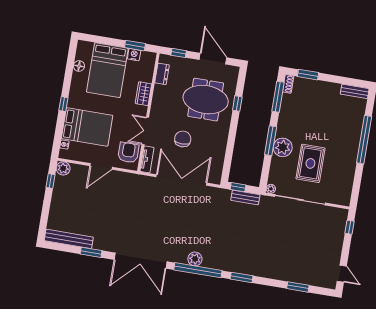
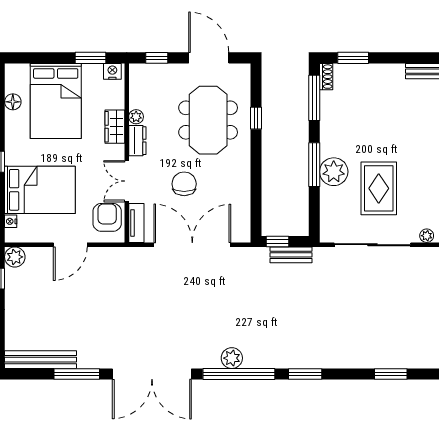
nightstand: (134, 55) -> (112, 71), moved
dresser: (162, 74) -> (137, 141), moved
plant: (159, 89) -> (136, 117), added
meeting table: (206, 100) -> (208, 120), turned 90
plant: (271, 189) -> (427, 236), moved
window: (91, 252) -> (77, 374), width x1.44

